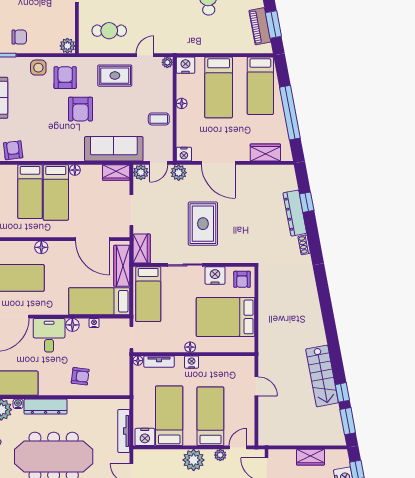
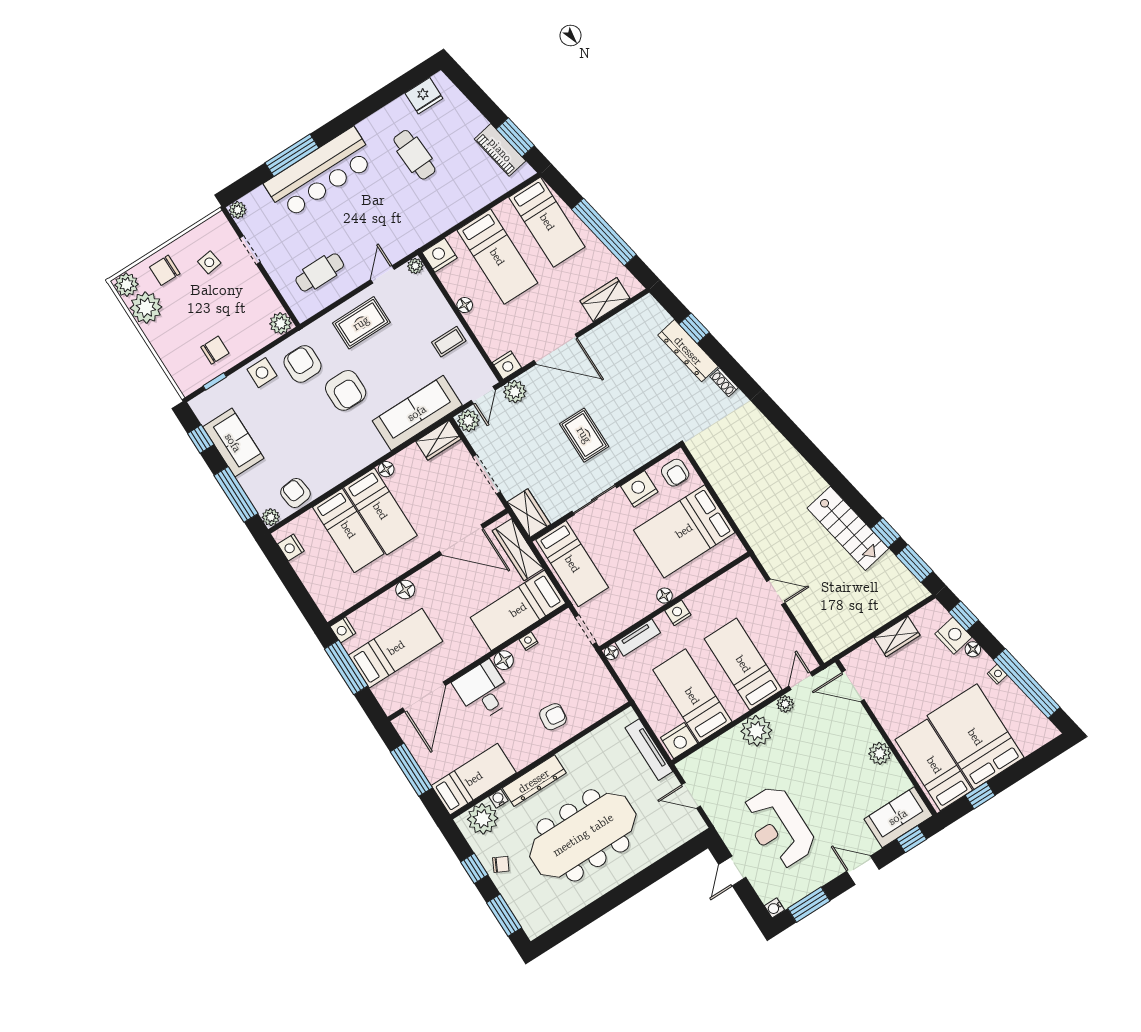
rug: (203, 224) -> (584, 435), width x0.73, depth x0.70

